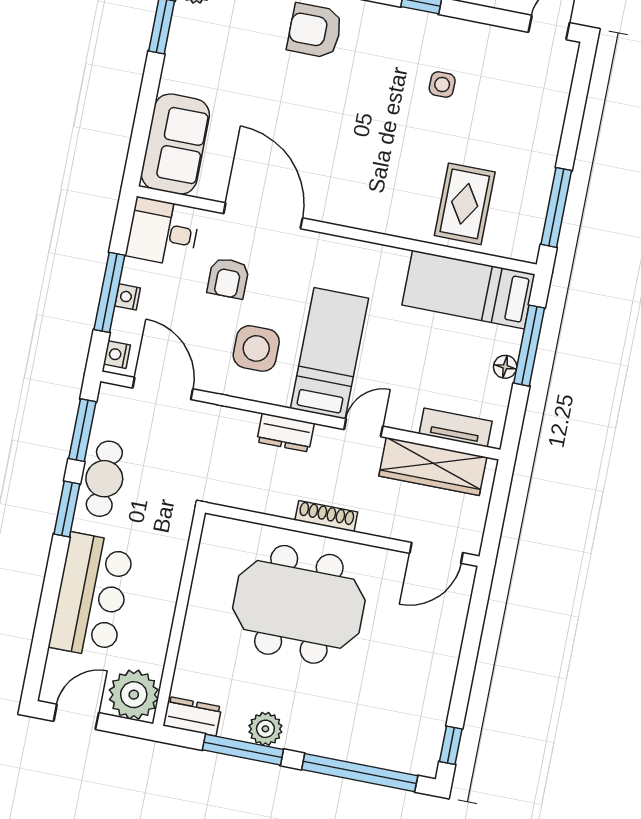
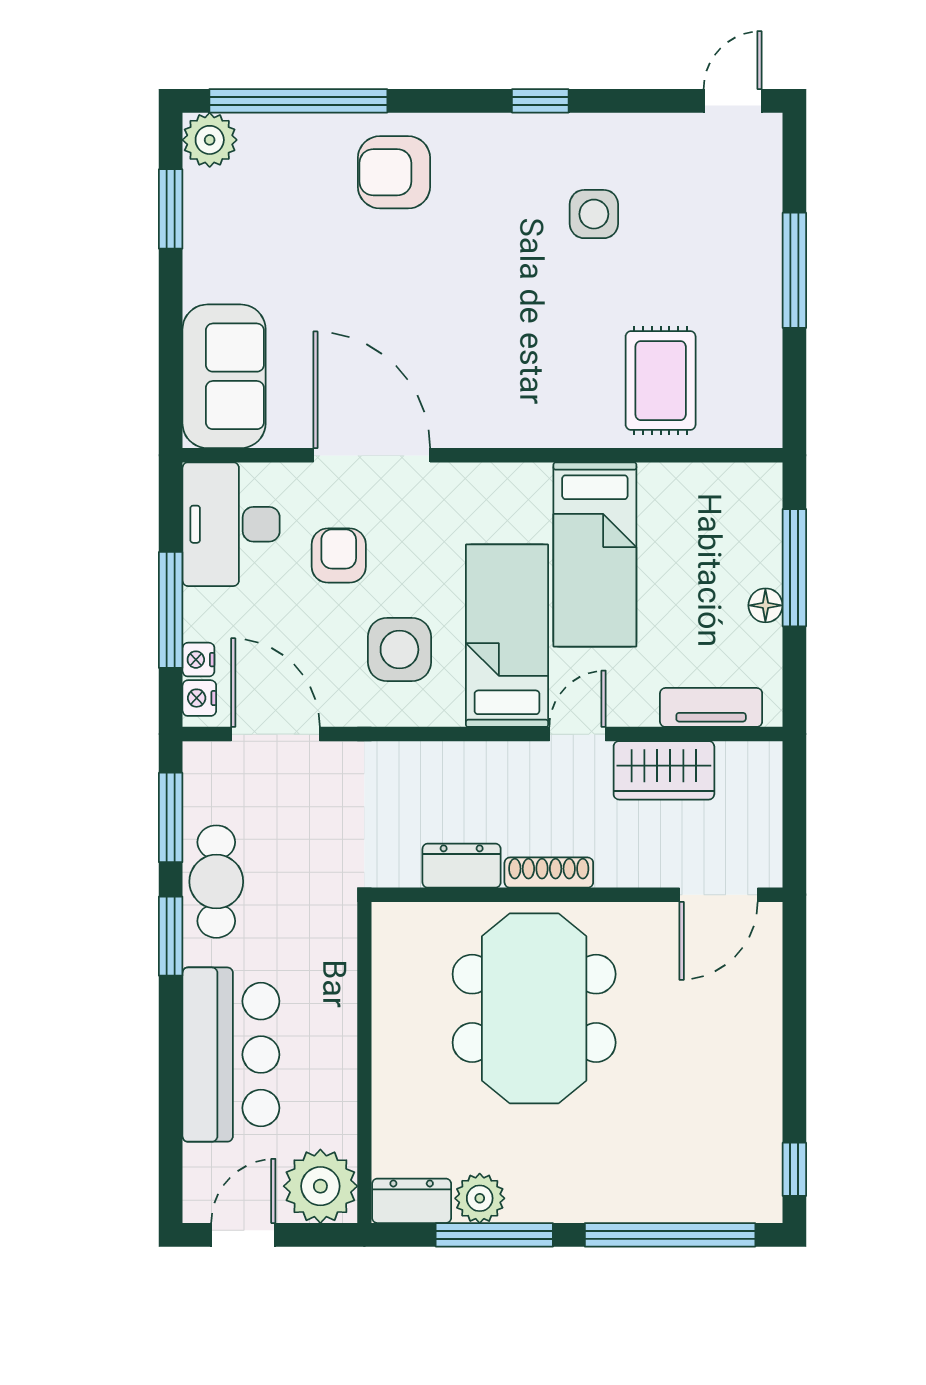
side table: (442, 85) -> (594, 214), width x1.37, depth x1.37
window: (556, 207) -> (794, 270), moved
desk: (163, 232) -> (231, 524), width x1.37
armchair: (228, 278) -> (339, 556), turned 180
bed: (469, 290) -> (595, 554), moved, turned -90
nightstand: (128, 297) -> (198, 660), moved
dresser: (286, 433) -> (462, 866), moved, turned 180
wardrobe: (433, 466) -> (664, 770), width x0.67
meeting table: (299, 604) -> (534, 1008), turned 90
plant: (265, 729) -> (480, 1198), moved

